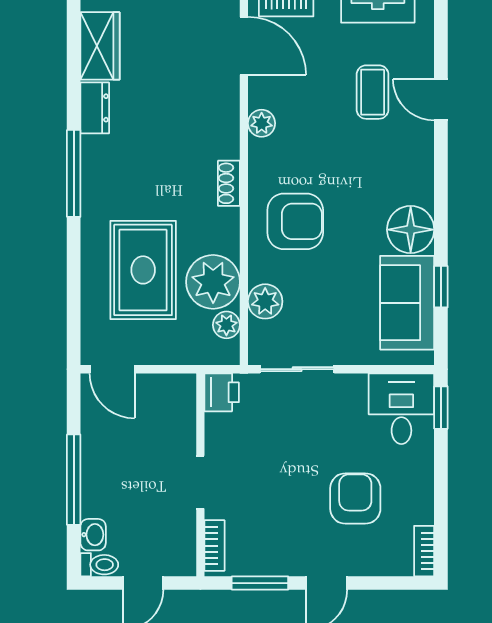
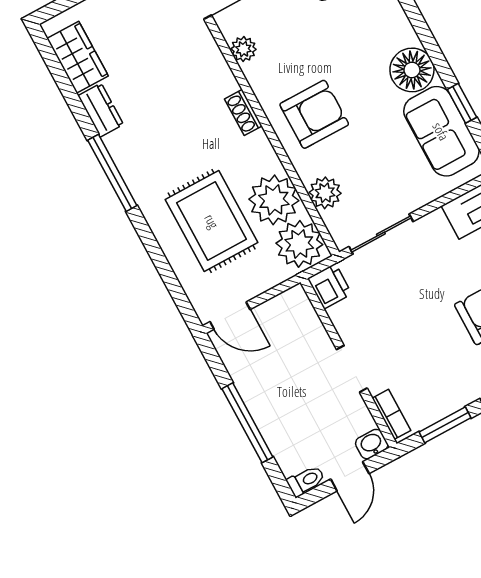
plant: (226, 325) -> (299, 244), width x1.88, depth x1.88
washbasin: (93, 535) -> (372, 444), moved, turned -90

